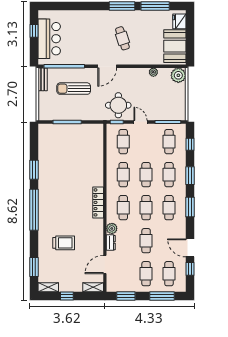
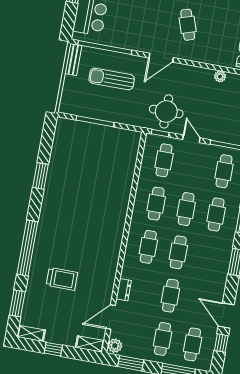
locker: (98, 202) -> (117, 234), removed
cafe table: (169, 208) -> (208, 258), removed
window: (34, 210) -> (27, 248), moved
plant: (112, 228) -> (115, 346), moved

